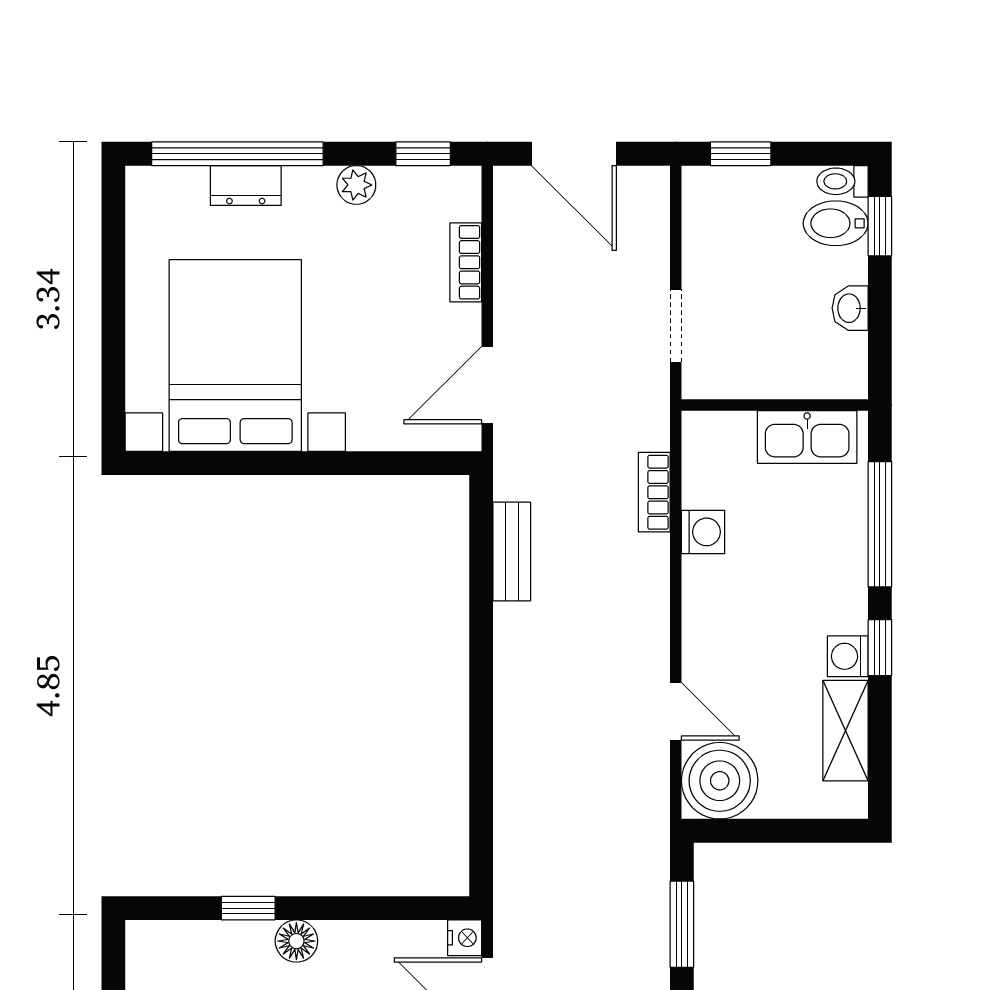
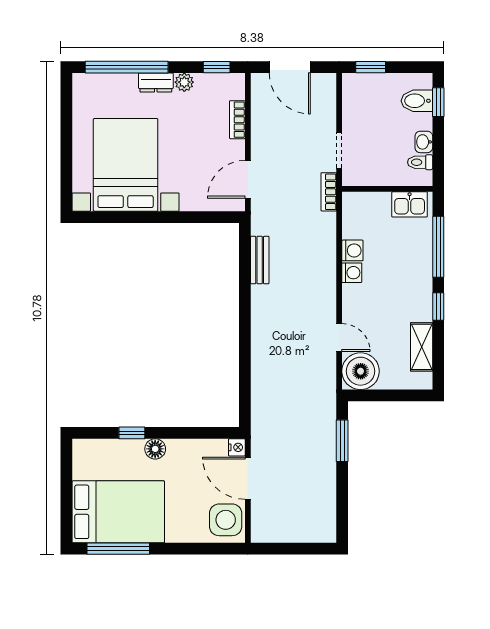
toilet: (842, 181) -> (420, 162), moved
dresser: (246, 185) -> (156, 82), moved
kitchen sink: (807, 437) -> (410, 204), width x0.73
bookcase: (654, 492) -> (329, 192), moved
washing machine: (848, 656) -> (352, 273), moved, turned 180

